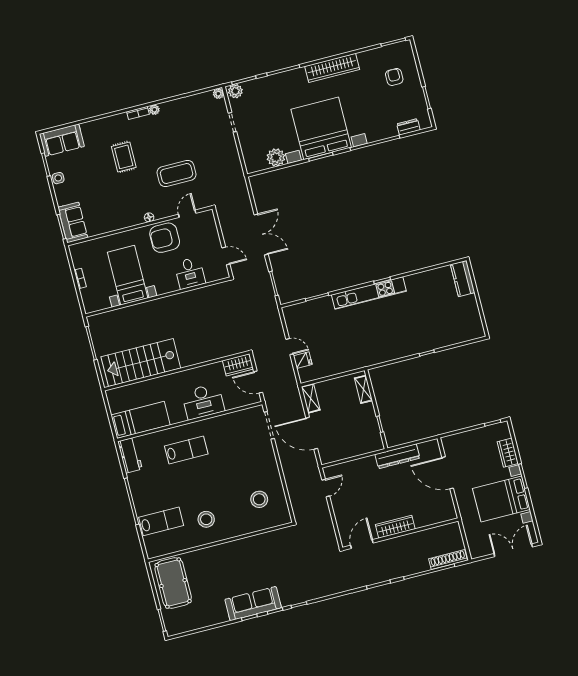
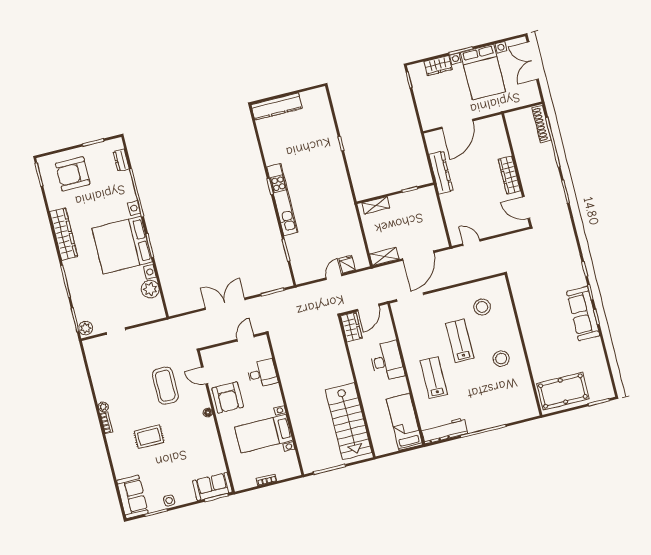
armchair: (394, 77) -> (73, 174), width x1.88, depth x1.88
plant: (218, 94) -> (88, 345), removed
kitchen counter: (463, 279) -> (277, 106), width x1.50
workbench: (130, 455) -> (444, 431), width x1.38
lab bench: (161, 521) -> (460, 341), moved

